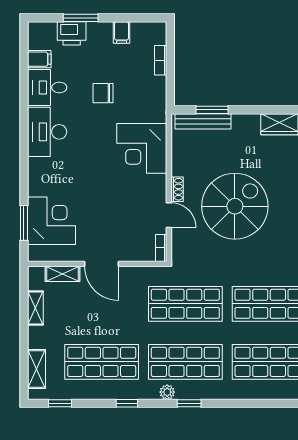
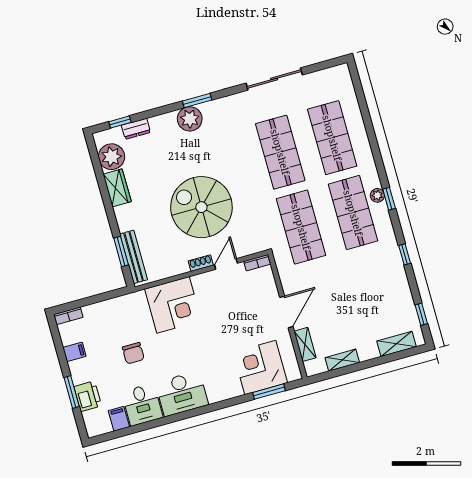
bookcase: (161, 60) -> (68, 316), moved
shop shelf: (102, 362) -> (374, 287), removed
plant: (167, 392) -> (377, 195), moved

